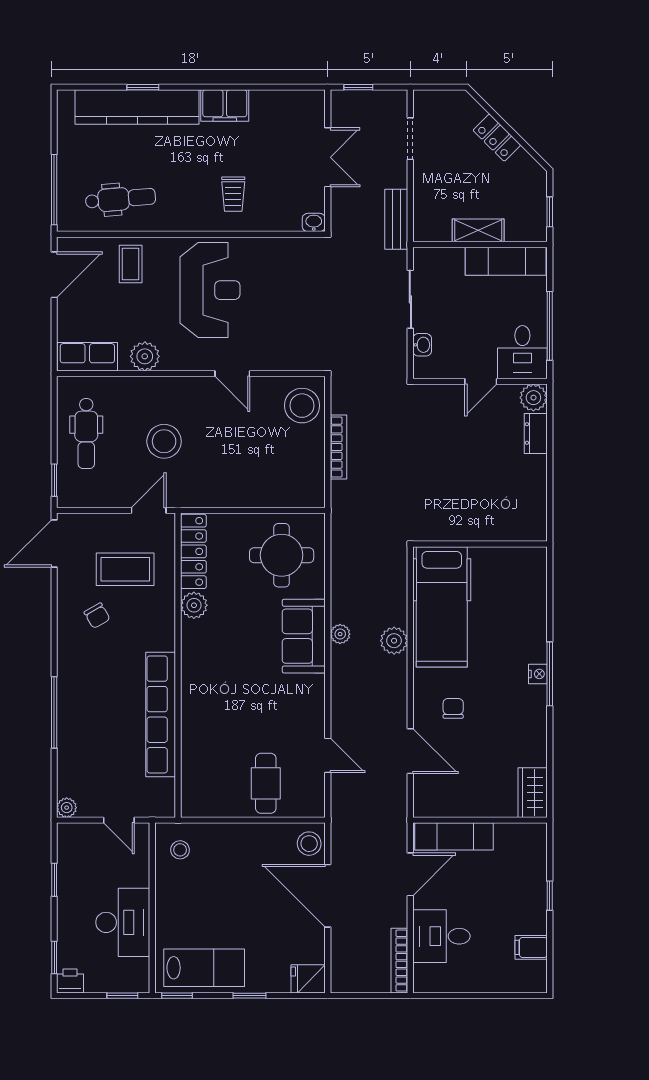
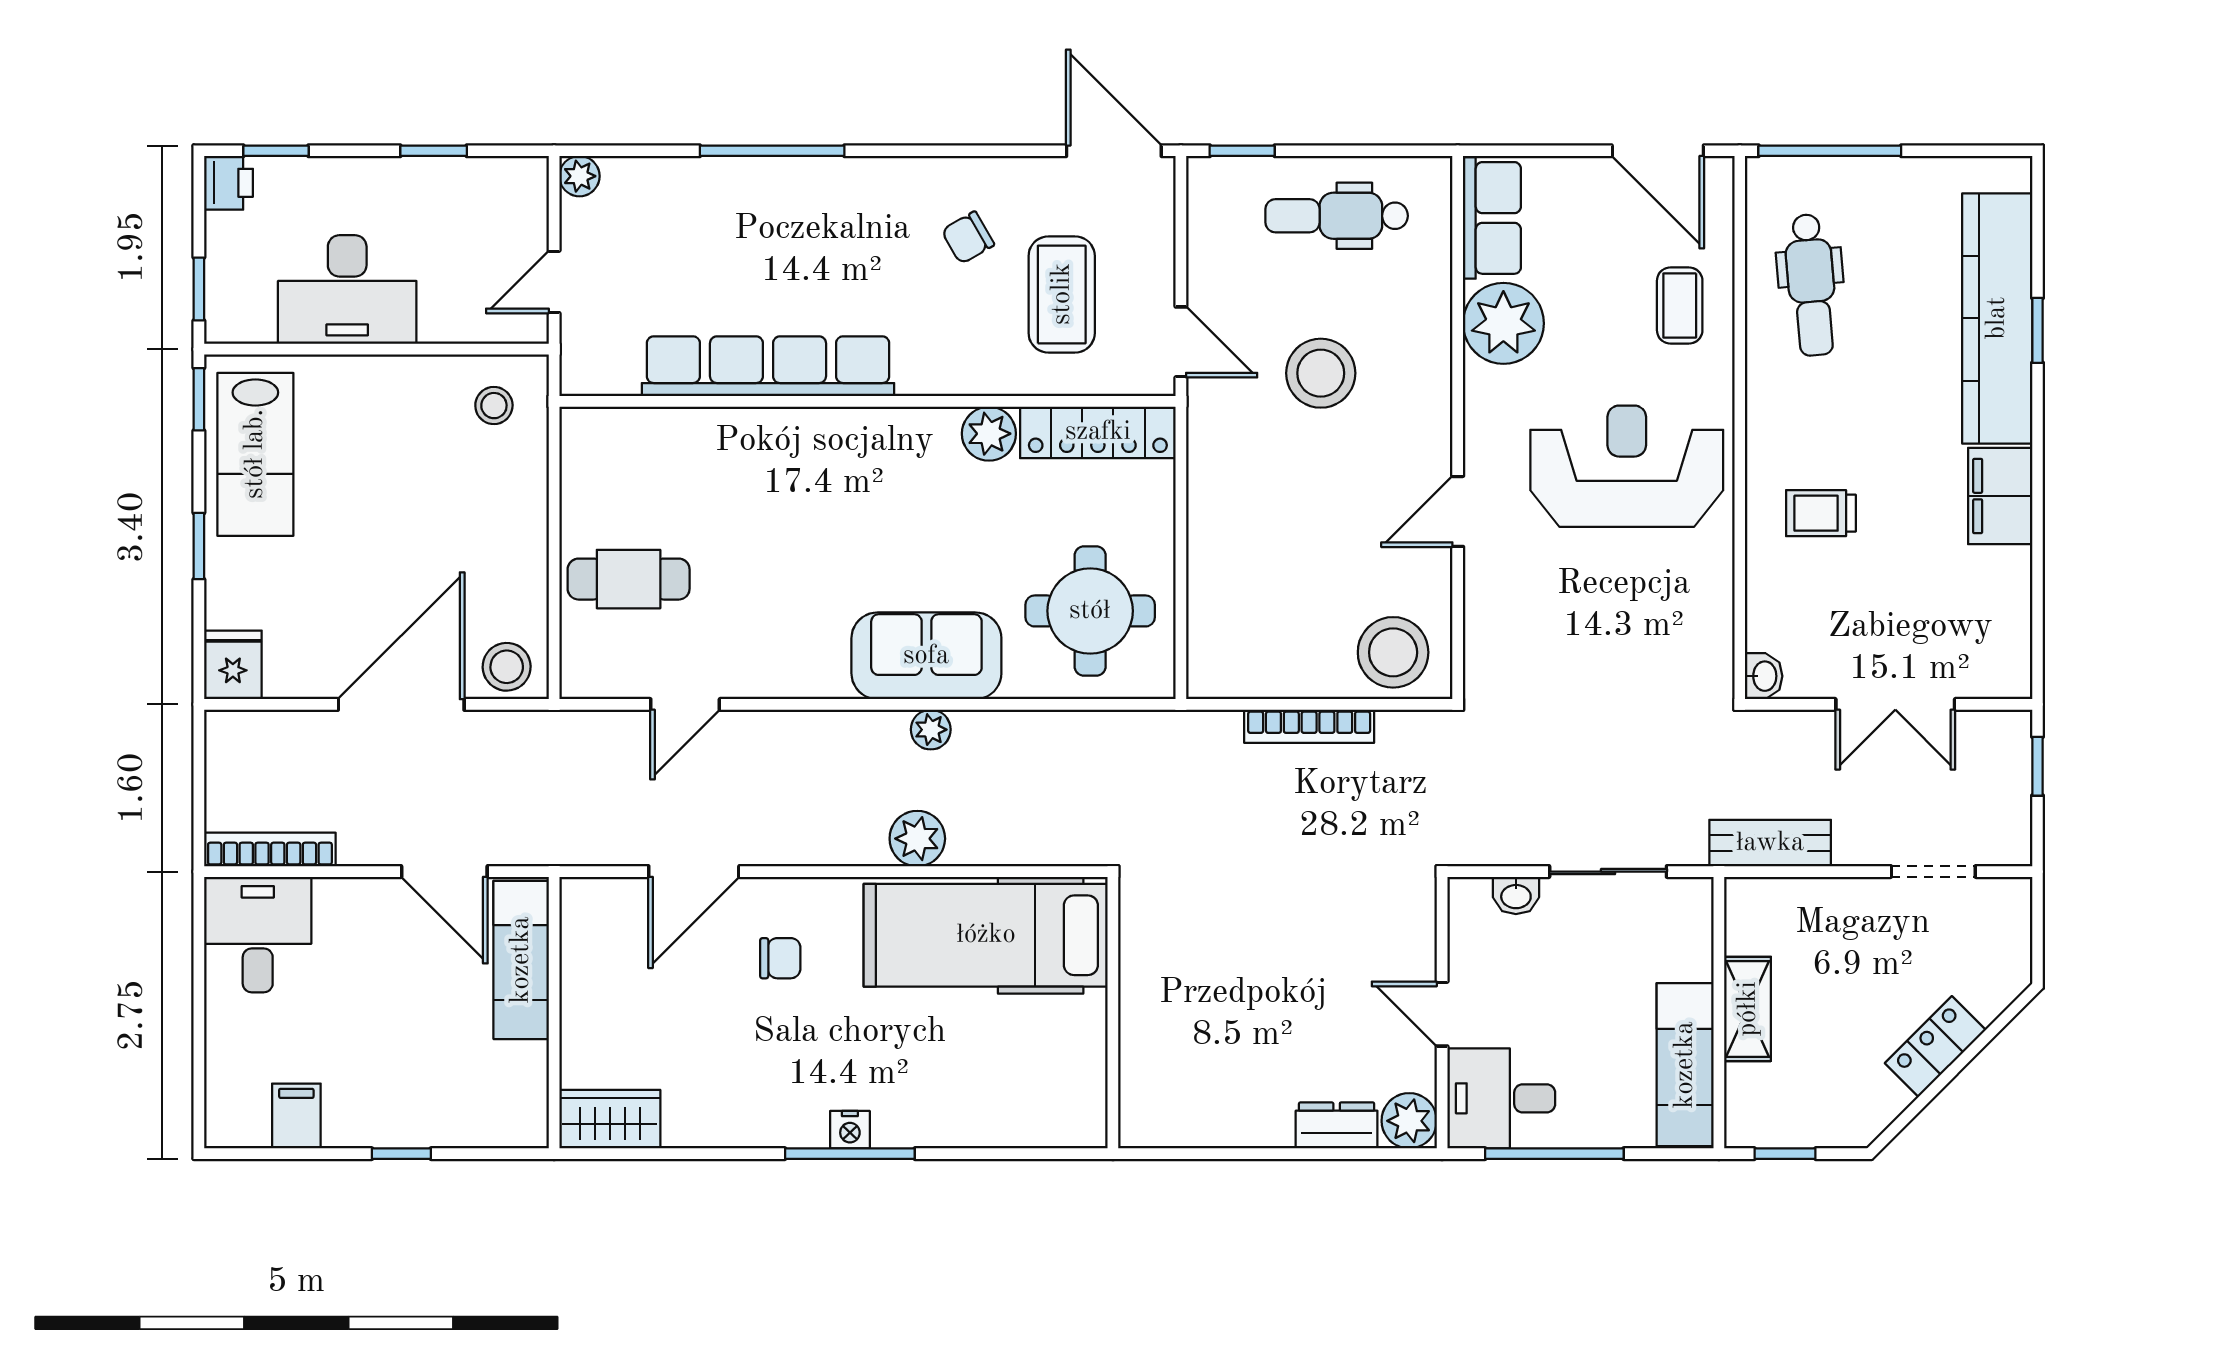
coffee table: (131, 264) -> (1680, 305), turned 90
reception desk: (210, 290) -> (1627, 466), turned 180
plant: (145, 356) -> (1503, 323), width x1.36, depth x1.36
desk: (441, 936) -> (258, 935), moved

